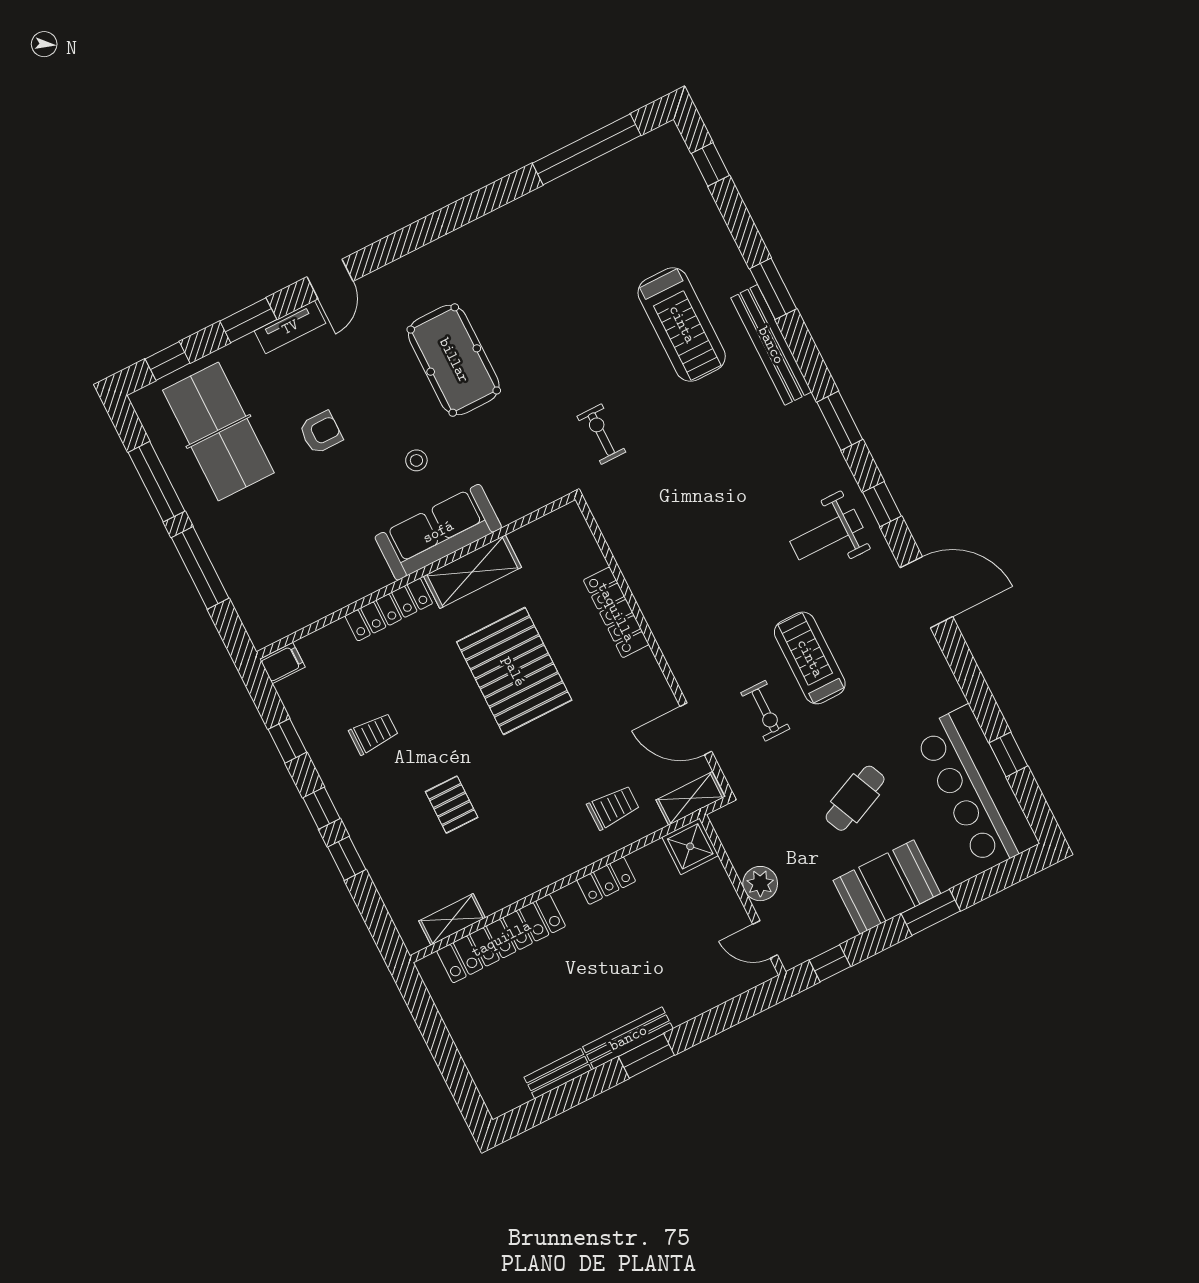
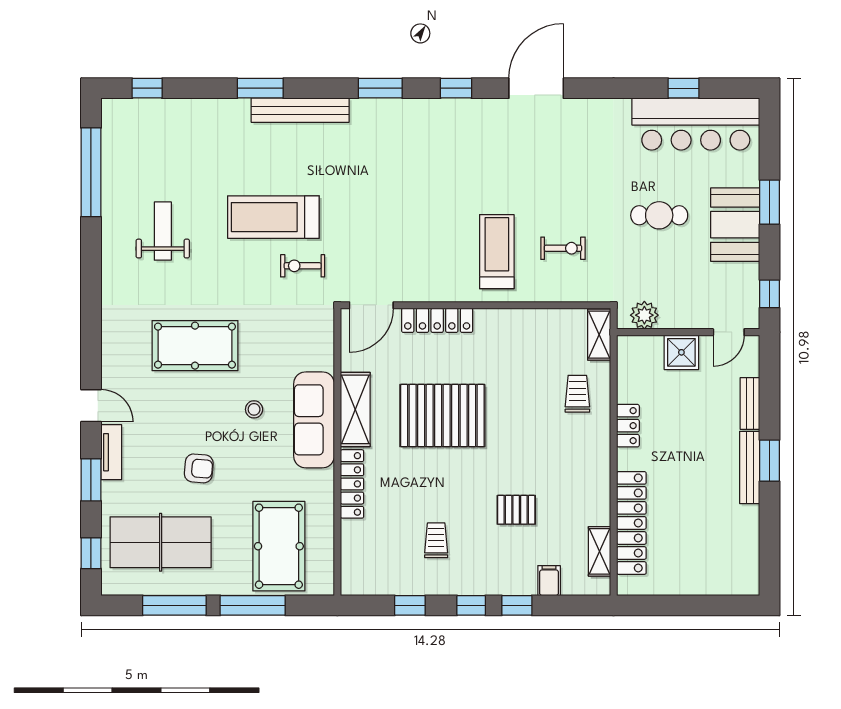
treadmill: (682, 324) -> (273, 217), moved, turned 180
armchair: (321, 432) -> (199, 468), turned 95
weight bench: (826, 534) -> (163, 231), moved, turned 180
pool table: (280, 564) -> (279, 546), added
treadmill: (810, 658) -> (497, 252), moved, turned 90
filing cabinet: (282, 663) -> (549, 581), moved
door: (696, 729) -> (371, 305), moved
cafe table: (855, 798) -> (659, 215), turned -66
shower: (690, 846) -> (681, 352), moved
plant: (760, 884) -> (644, 315), moved
bench: (558, 1074) -> (750, 404), moved

